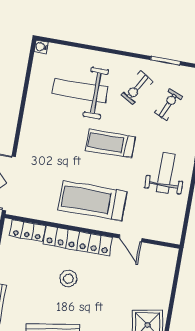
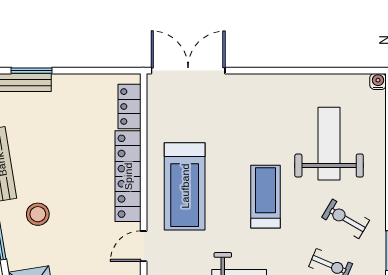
treadmill: (93, 201) -> (185, 186), turned 180
stool: (68, 279) -> (38, 214), moved

